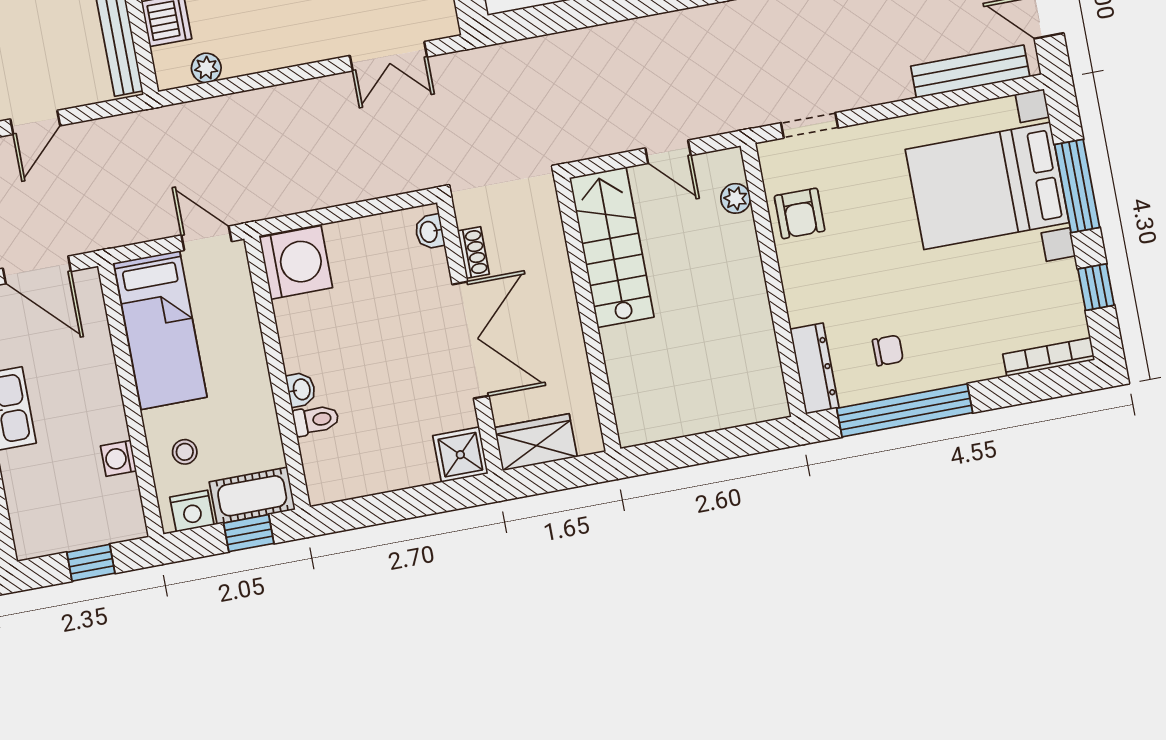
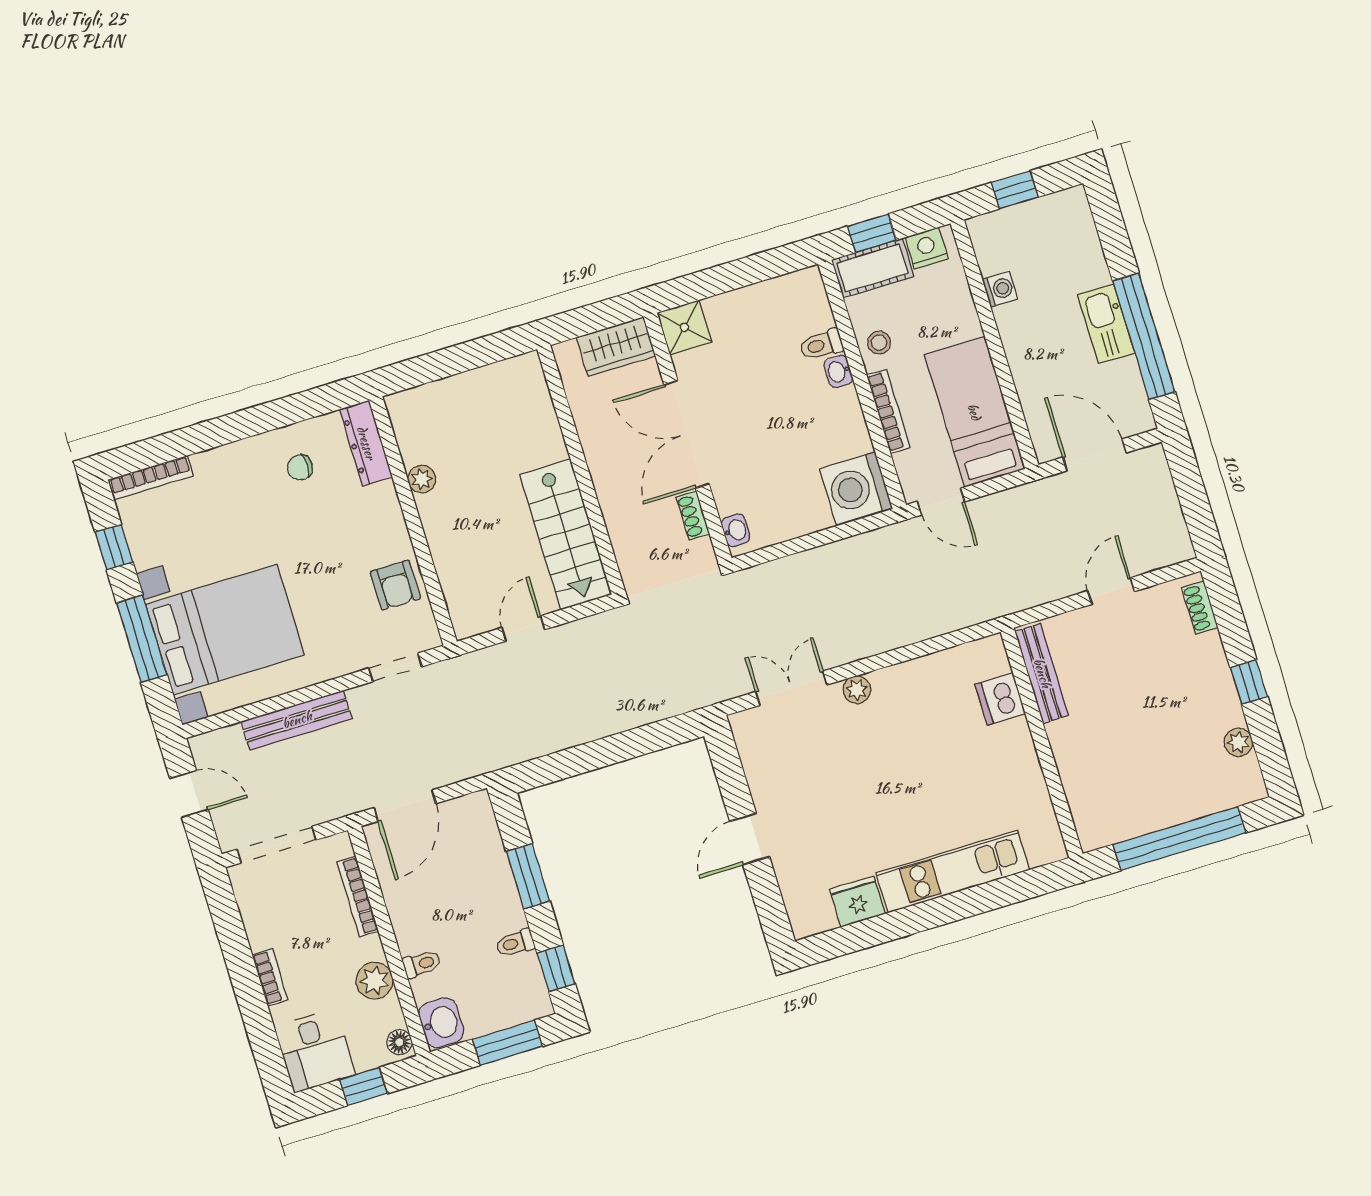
plant: (206, 68) -> (857, 690), moved
bench: (970, 71) -> (297, 720), moved
door: (668, 152) -> (523, 629), hinge flipped
plant: (736, 198) -> (422, 479), moved
armchair: (800, 213) -> (395, 585), turned 180
bookcase: (252, 341) -> (888, 411), added
window: (905, 410) -> (278, 414), removed
stool: (185, 452) -> (879, 343), moved

